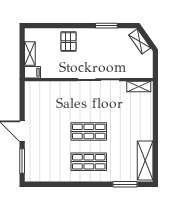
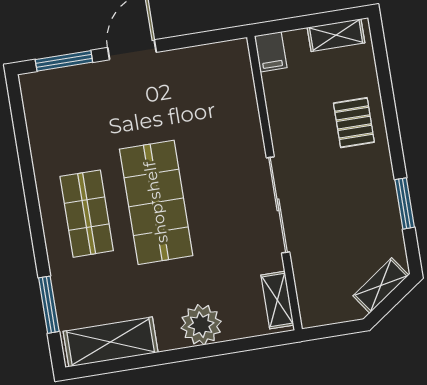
pallet: (68, 42) -> (354, 123), turned 90
shelving: (30, 53) -> (336, 35), moved
plant: (144, 121) -> (201, 325), added
shop shelf: (89, 131) -> (156, 202), width x1.43, depth x1.36

